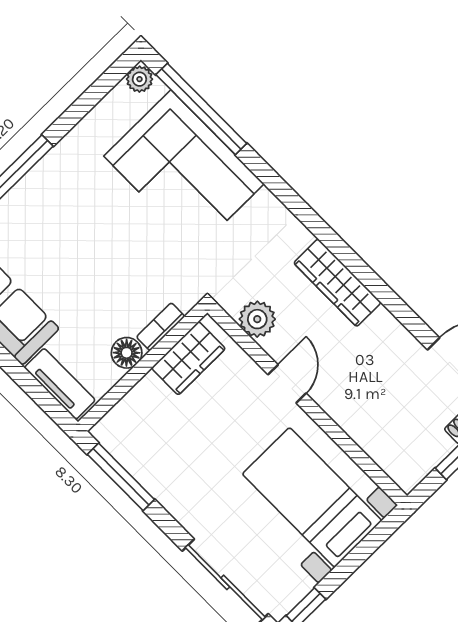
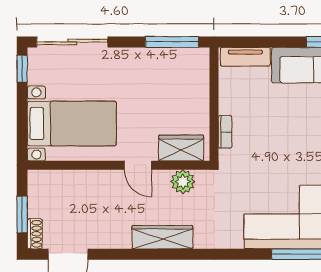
floor lamp: (127, 353) -> (229, 103), removed
wardrobe: (188, 358) -> (181, 148), moved, turned 90

